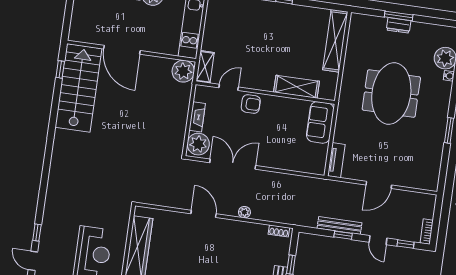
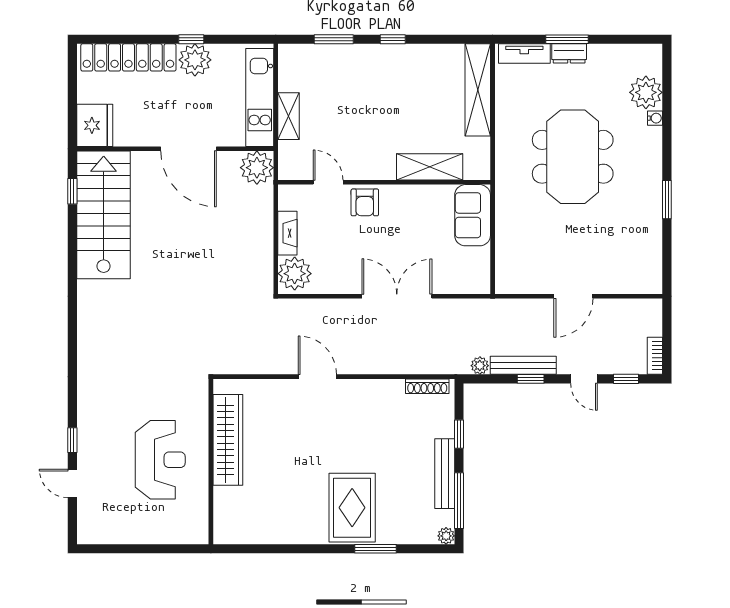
fridge: (81, 28) -> (95, 125), added
door: (122, 50) -> (189, 149), moved
shelving: (205, 67) -> (289, 116), moved
door: (229, 87) -> (328, 182), hinge flipped
armchair: (251, 104) -> (365, 202), turned 90
tv unit: (336, 160) -> (524, 54), moved, turned 90
double door: (233, 164) -> (397, 296), moved
plant: (244, 212) -> (480, 366), moved
shoe rack: (279, 231) -> (427, 386), width x1.43

